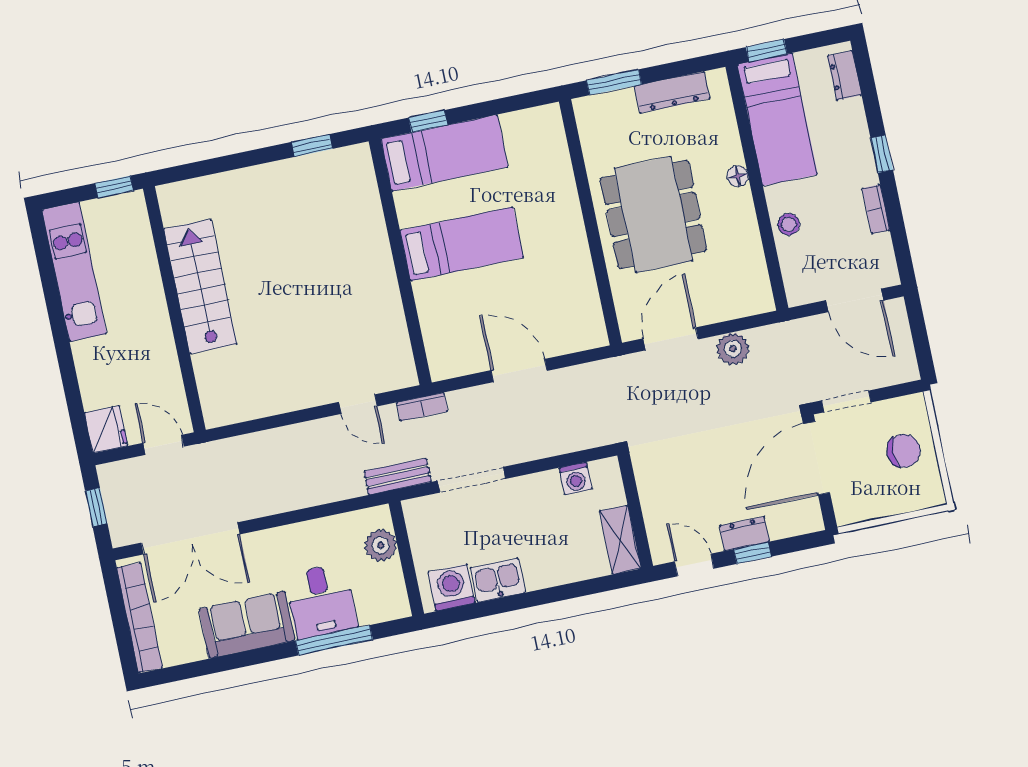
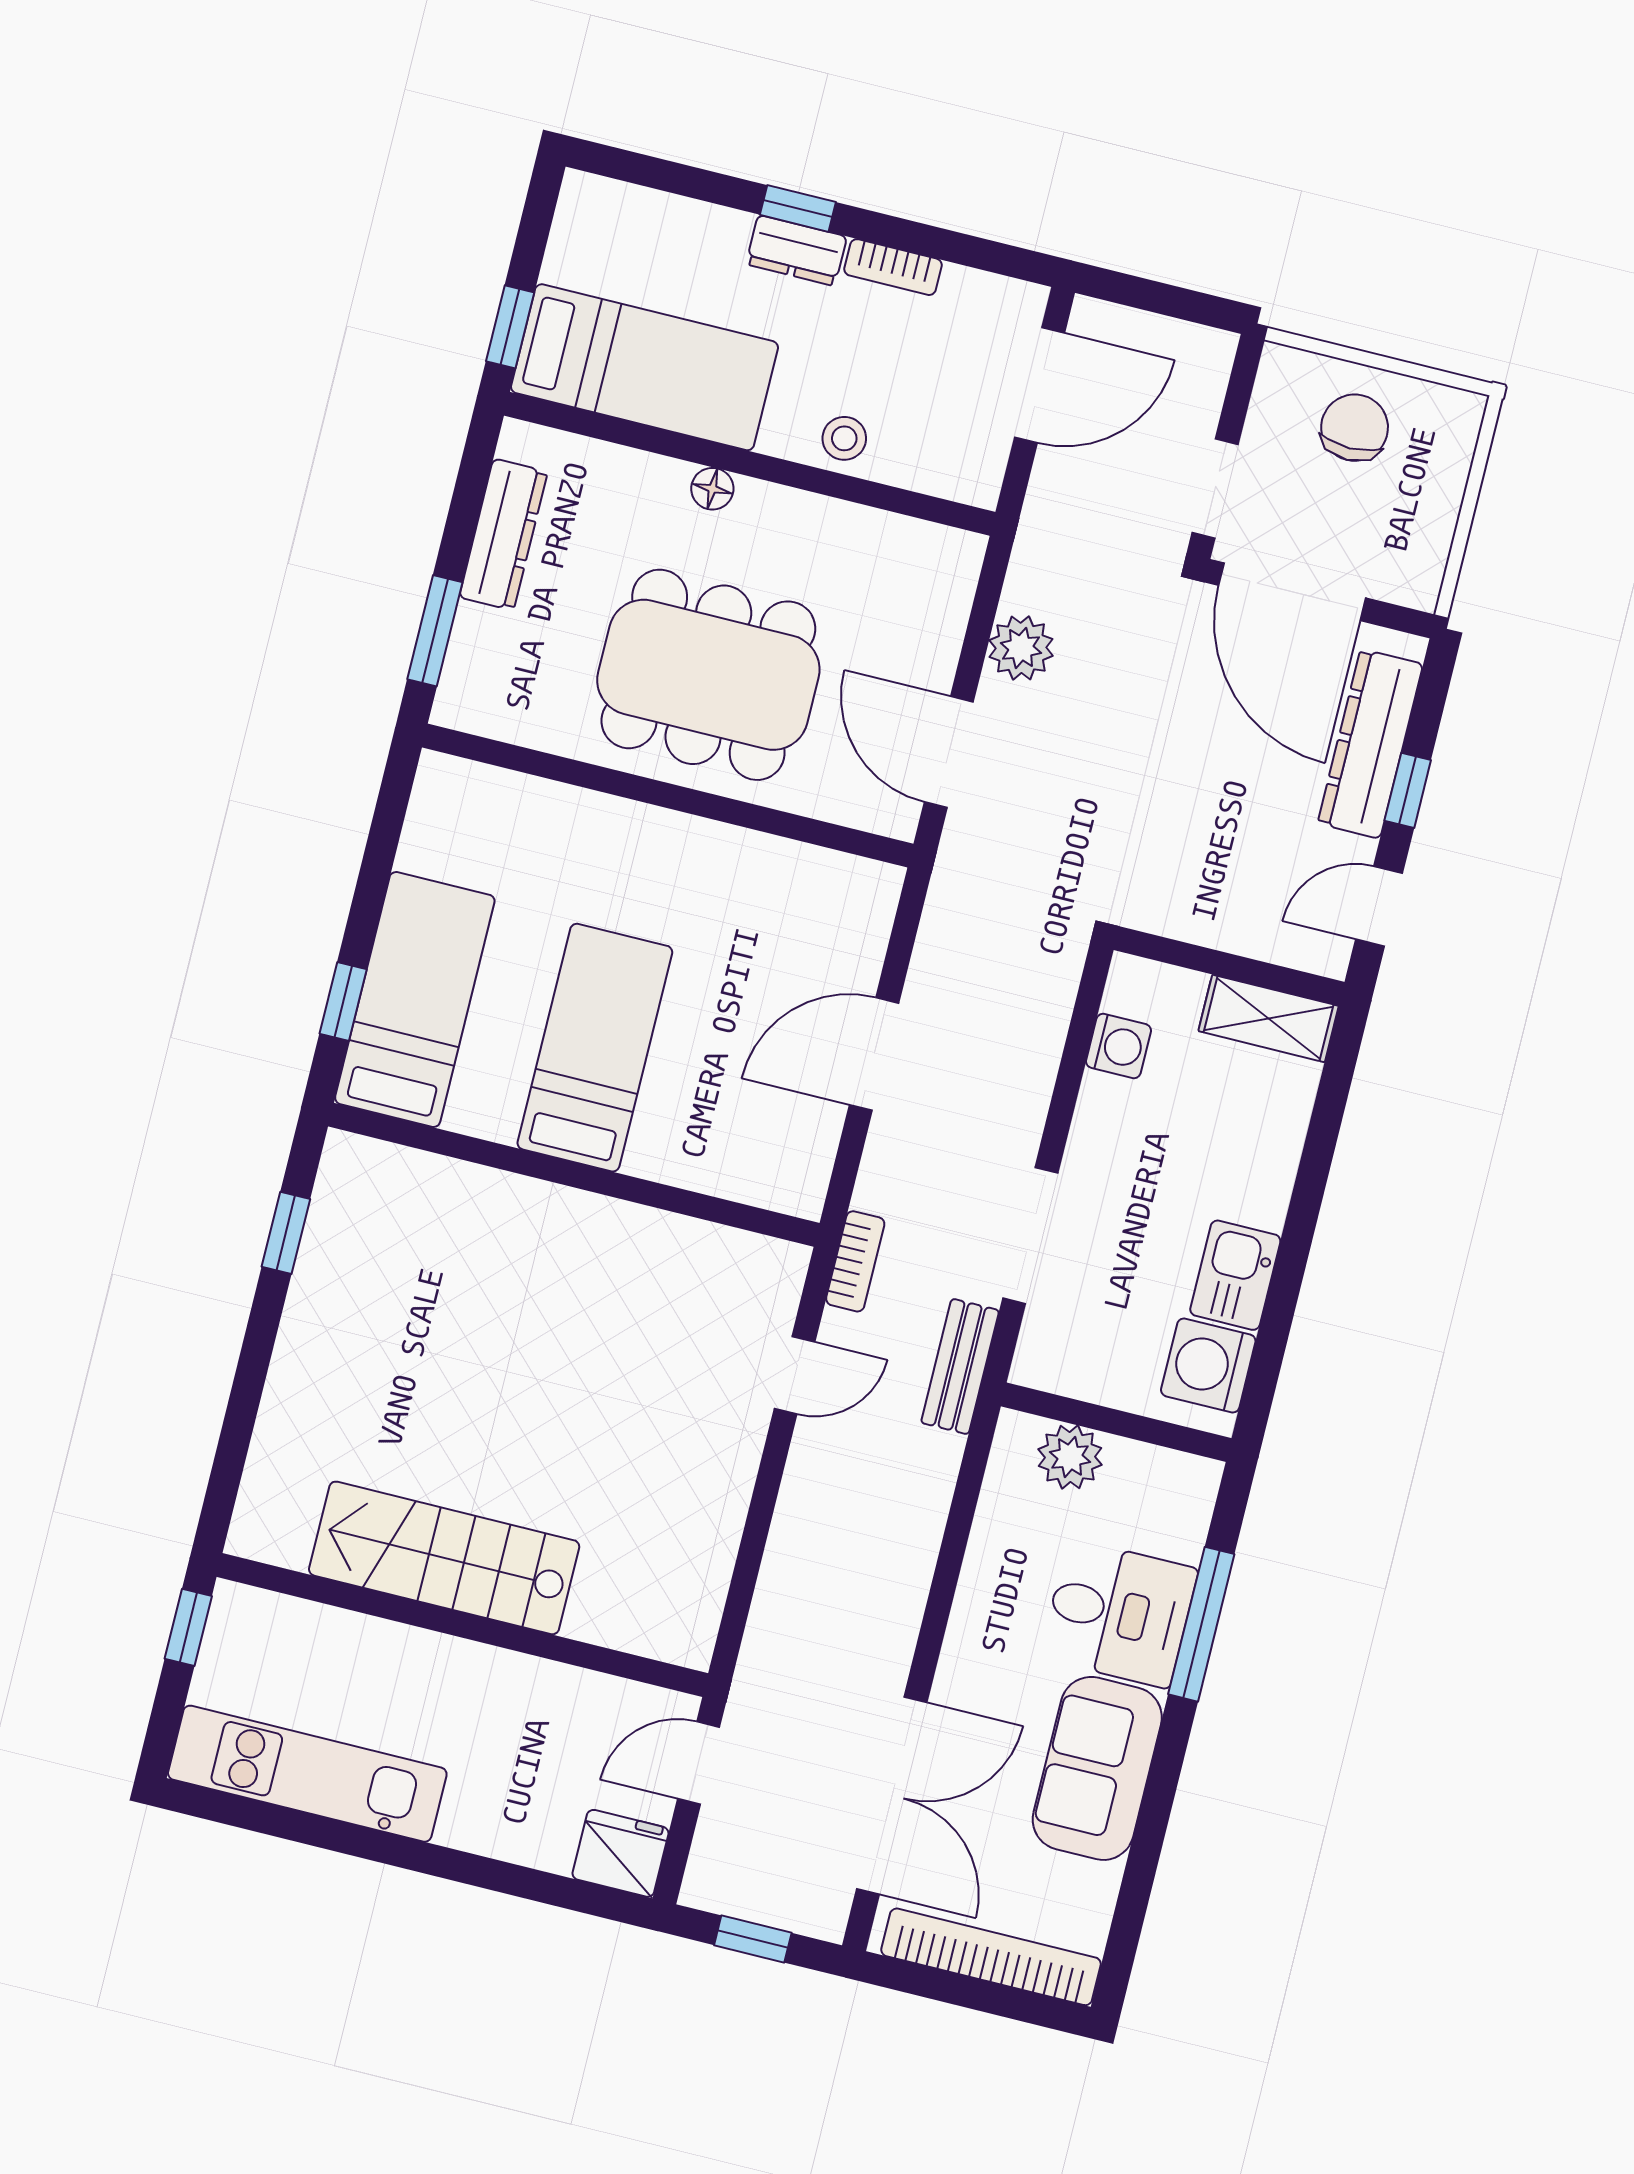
dresser: (844, 75) -> (796, 250), moved
dresser: (744, 534) -> (1370, 744), width x1.96, depth x1.24

